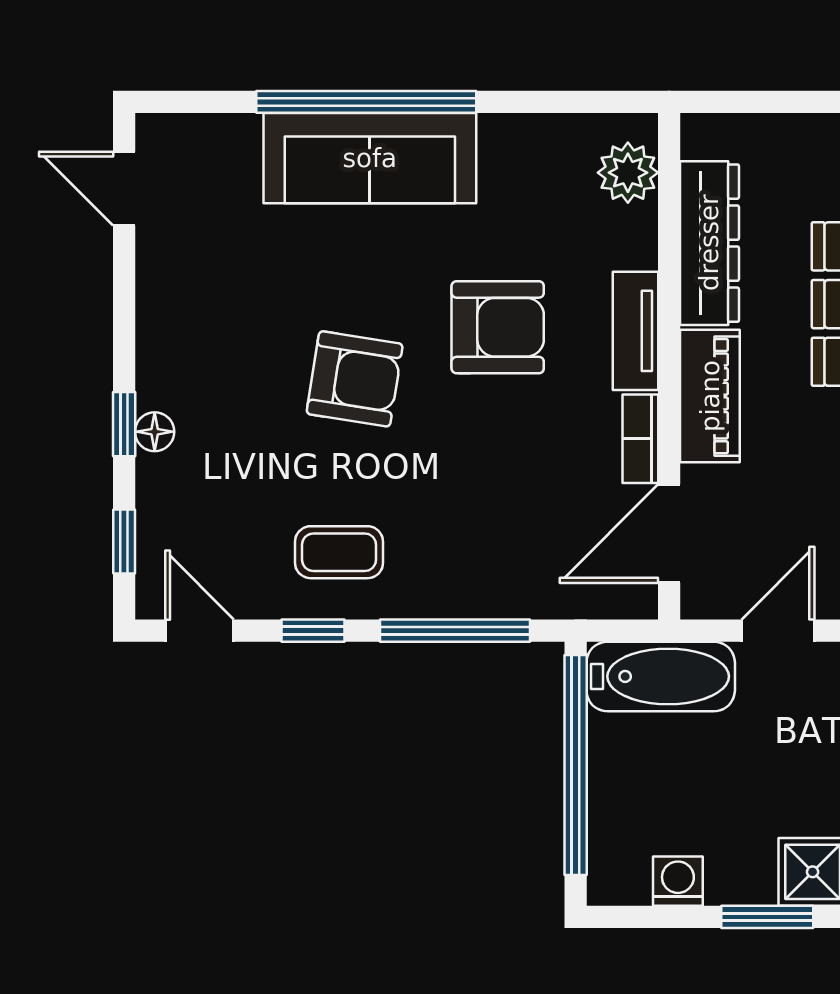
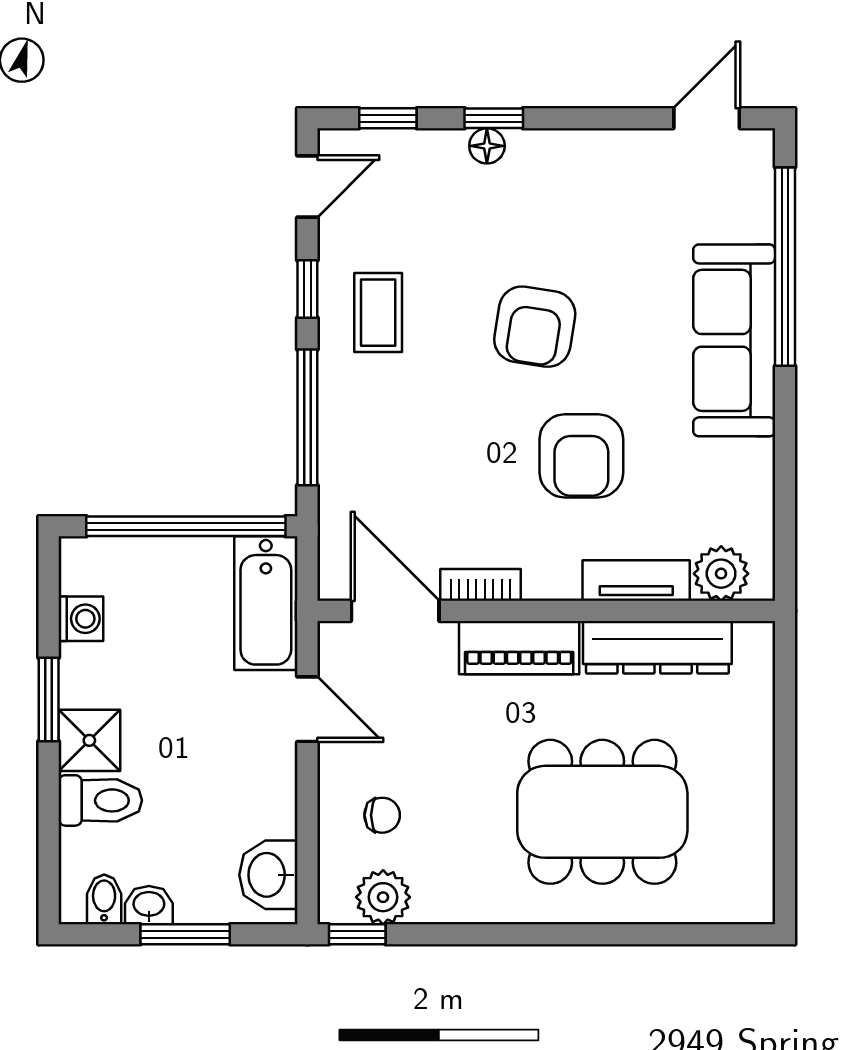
window: (366, 102) -> (785, 267), moved
tv unit: (636, 331) -> (636, 580), moved

